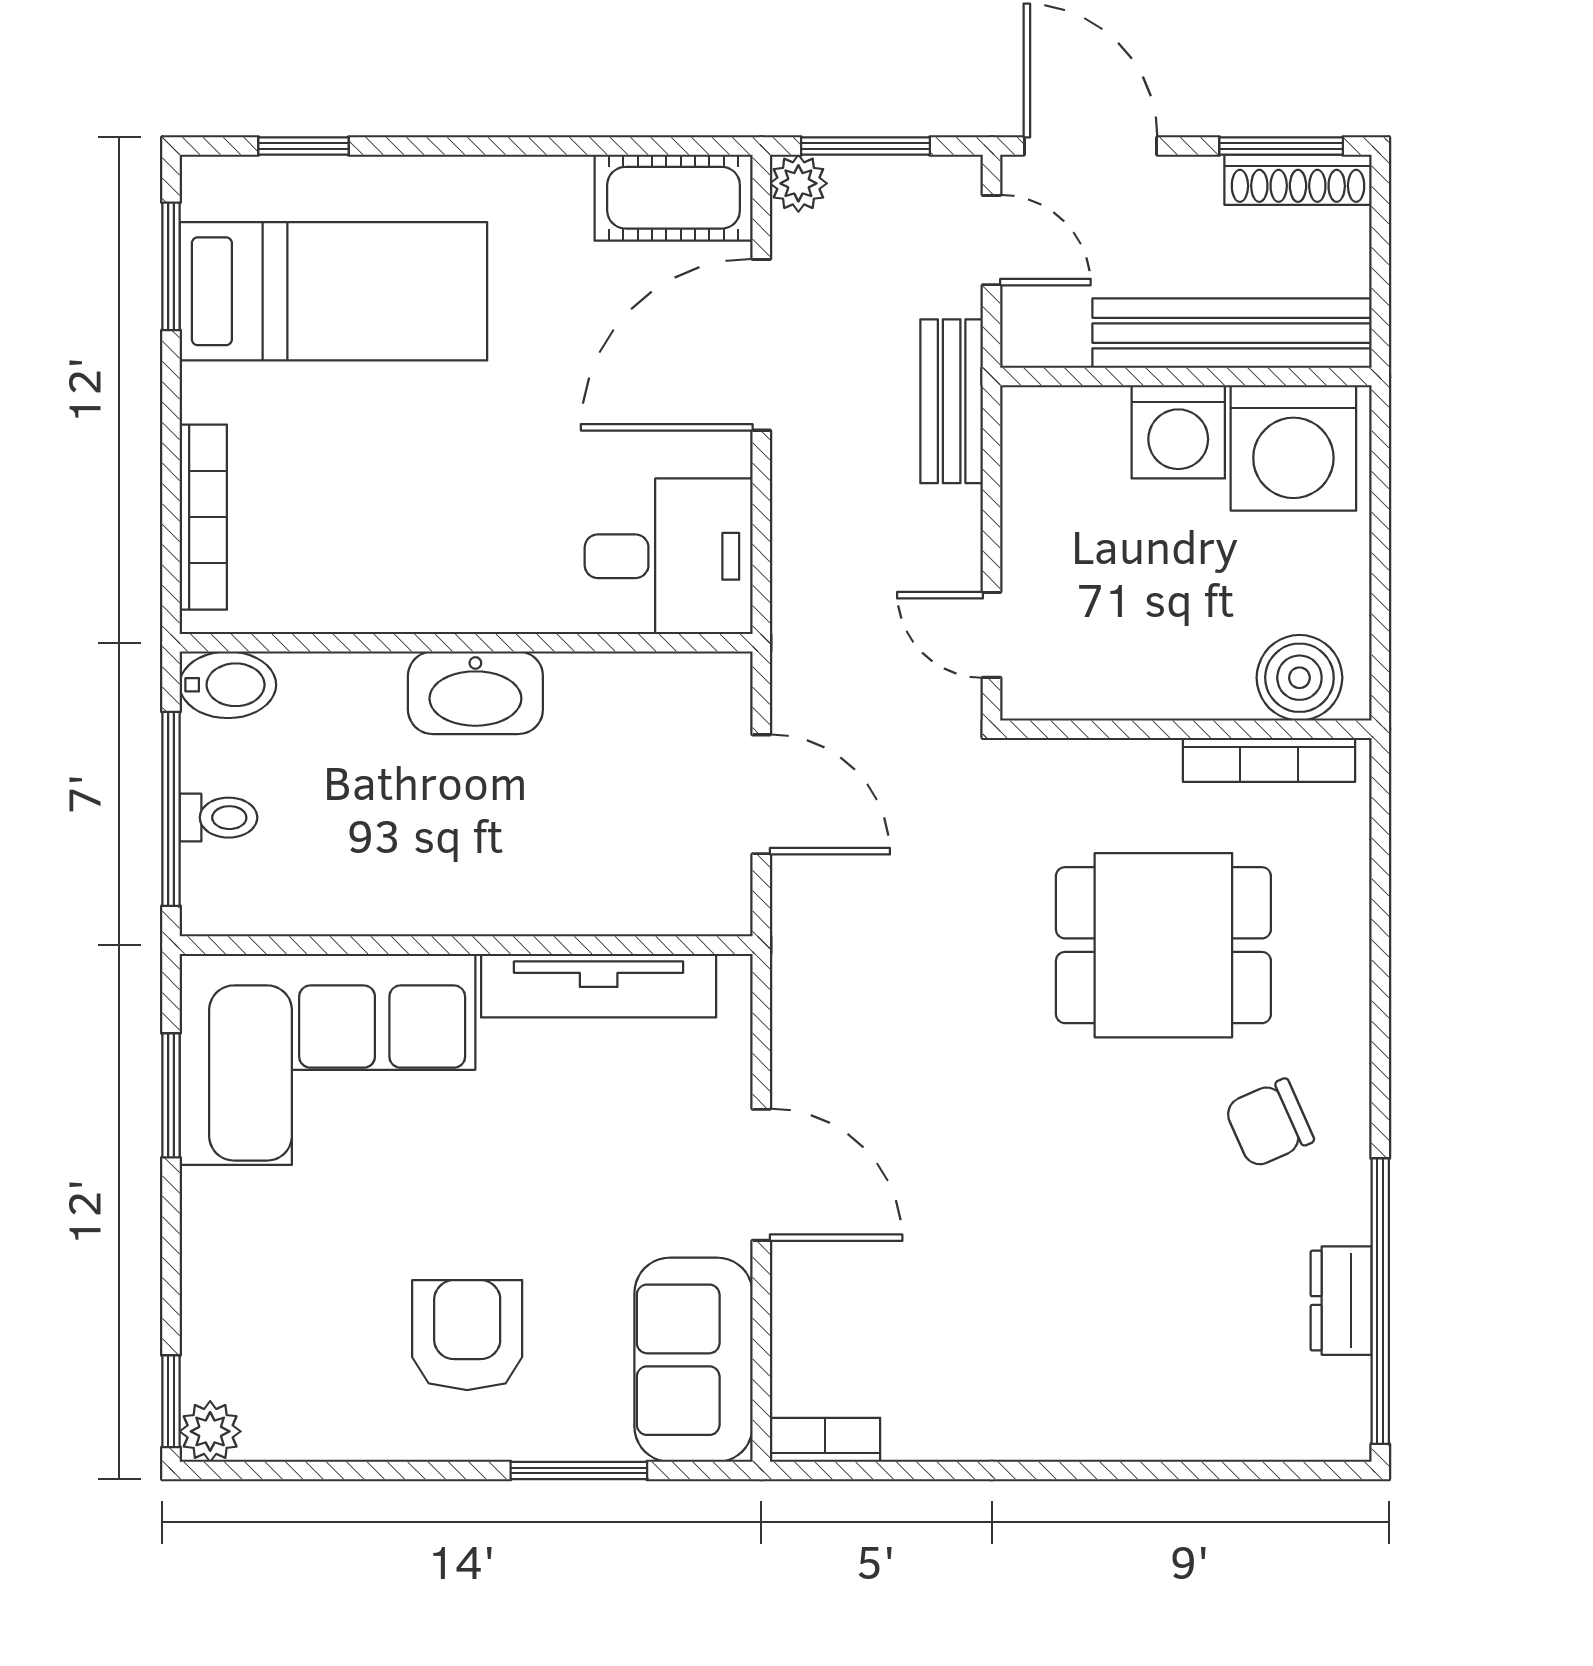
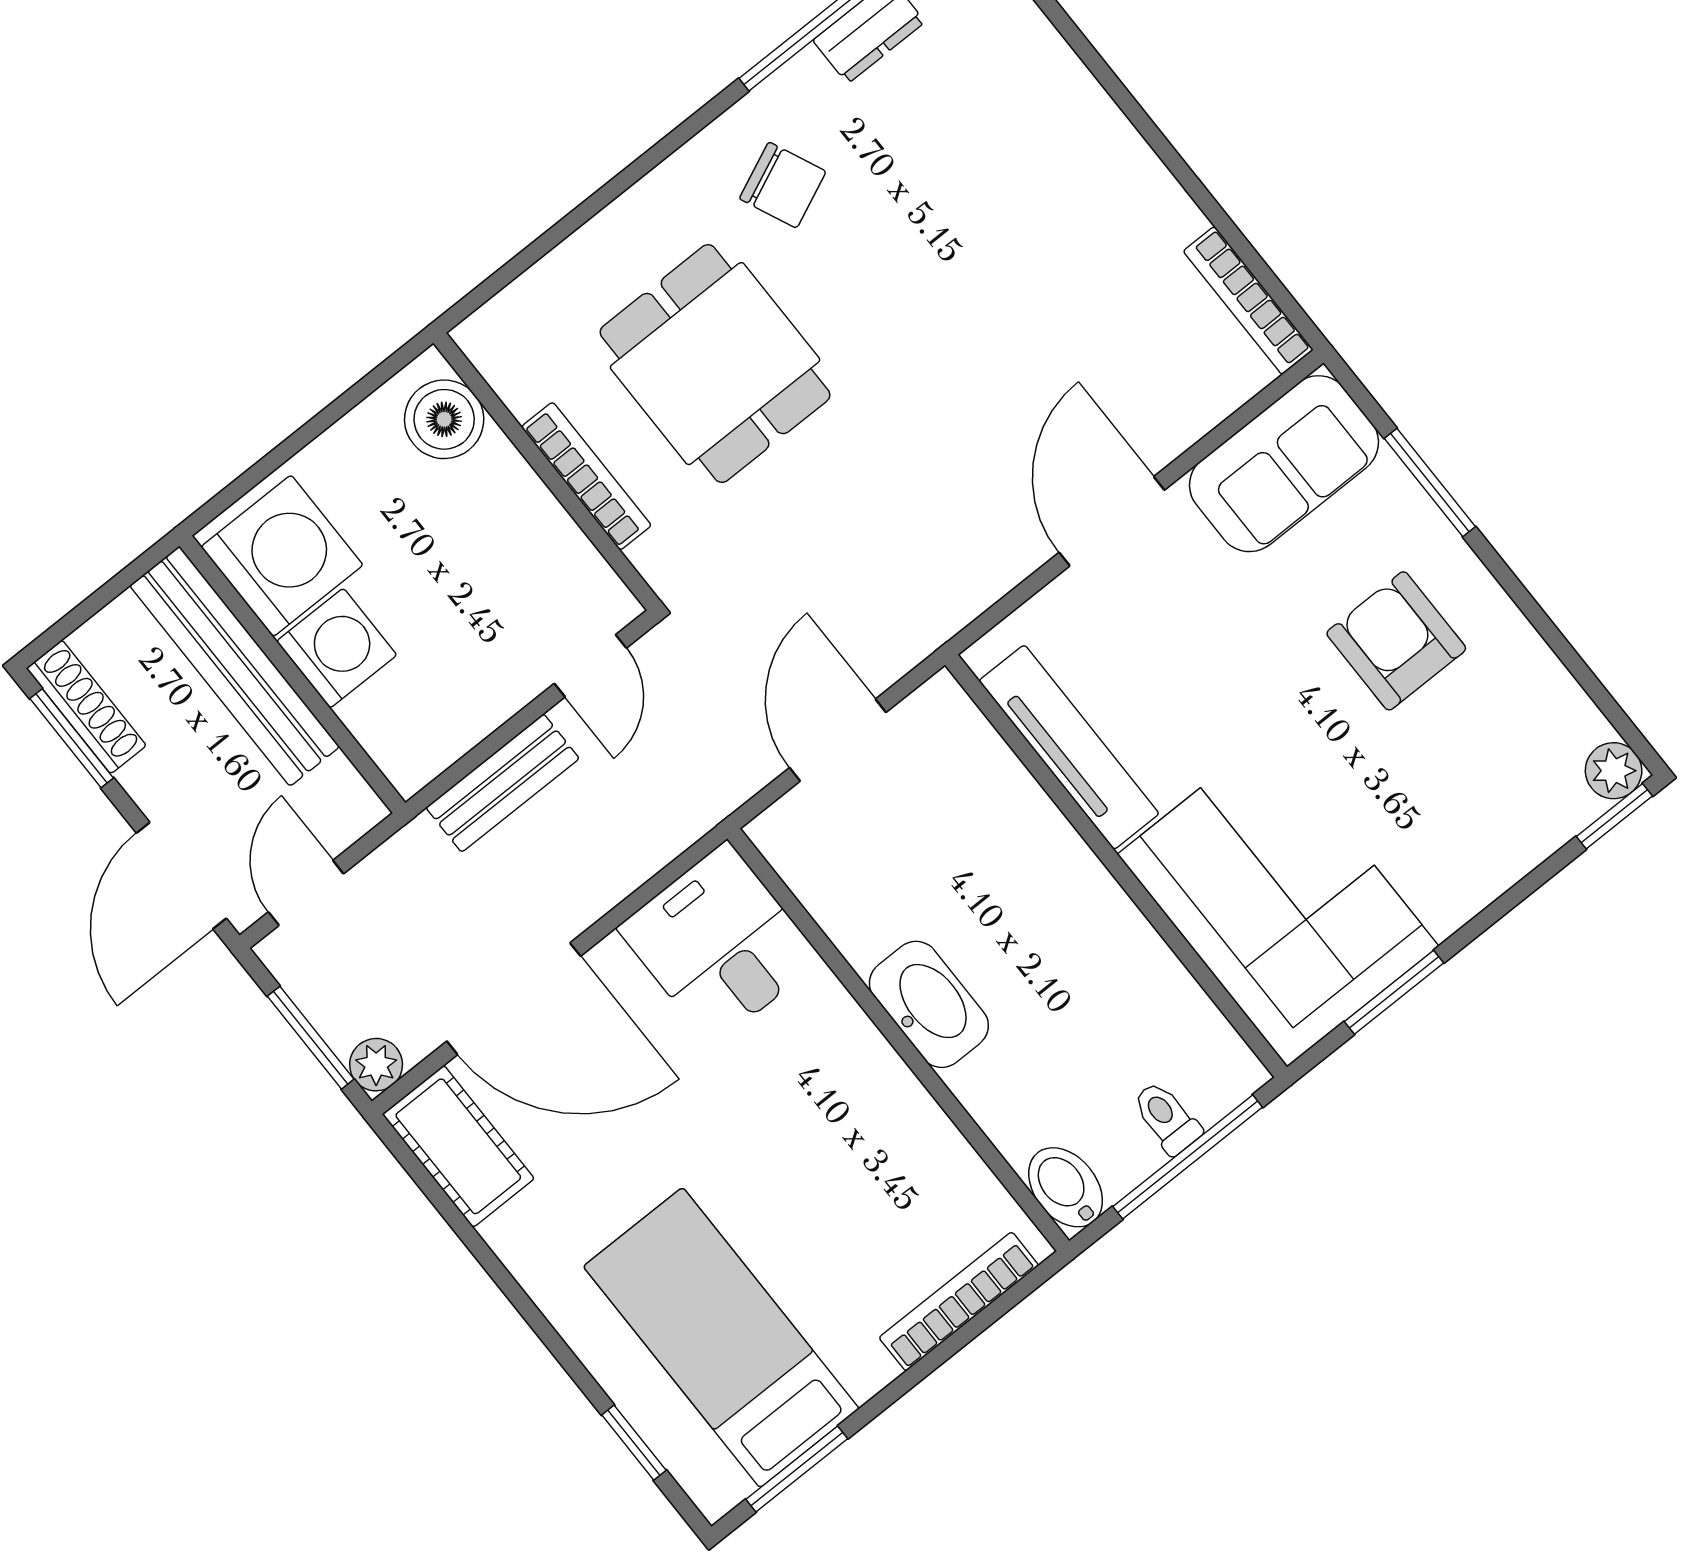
bench: (952, 401) -> (503, 783), moved
bookcase: (1269, 760) -> (586, 476), moved
armchair: (467, 1335) -> (1396, 641), turned 90
bookcase: (825, 1440) -> (1248, 300), width x1.56

